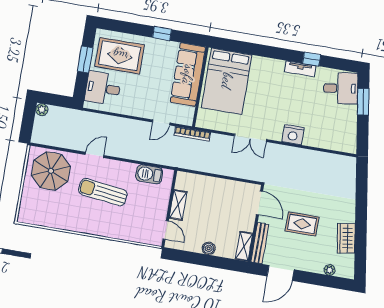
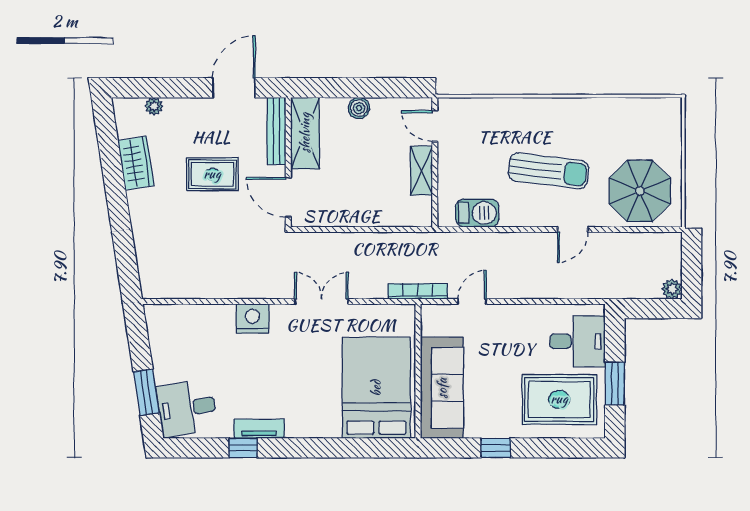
shelving: (244, 246) -> (305, 133), width x1.50, depth x1.33

